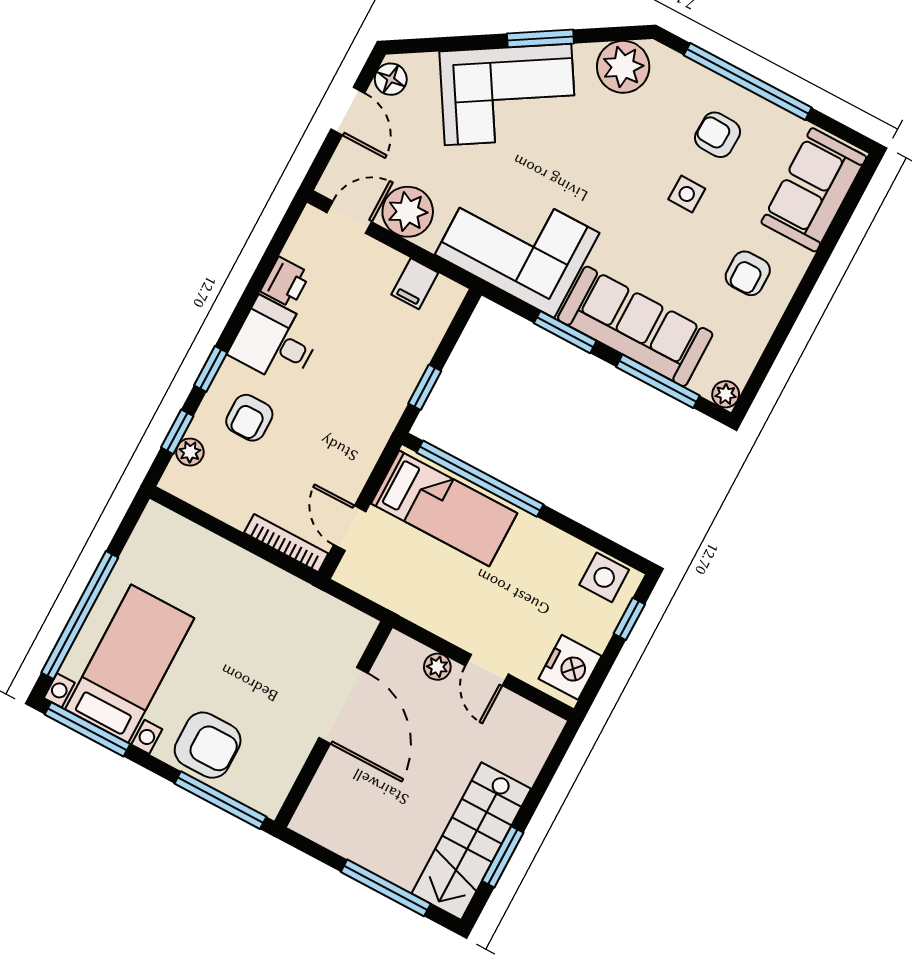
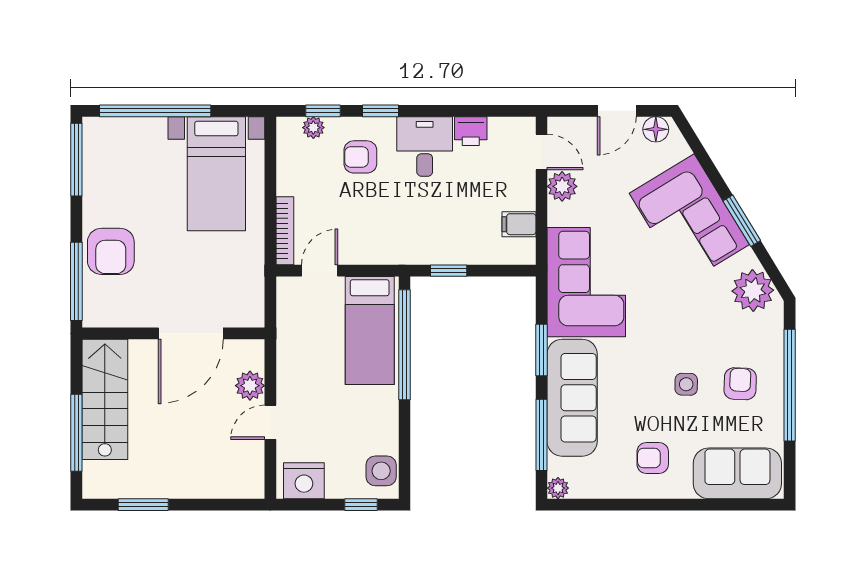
plant: (408, 212) -> (562, 186), width x0.73, depth x0.73
bed with nightstands: (130, 664) -> (216, 174), moved, turned 90
plant: (437, 667) -> (250, 386), width x1.38, depth x1.38
stairs: (471, 841) -> (105, 399), moved, turned 90

